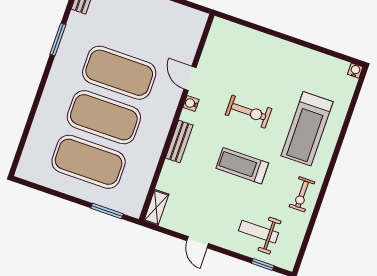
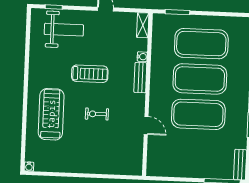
water cooler: (191, 103) -> (142, 57), moved
exercise bike: (249, 112) -> (97, 114), width x0.73, depth x0.72
exercise bike: (302, 194) -> (41, 66), removed
weight bench: (259, 232) -> (64, 30), width x1.36, depth x1.33

